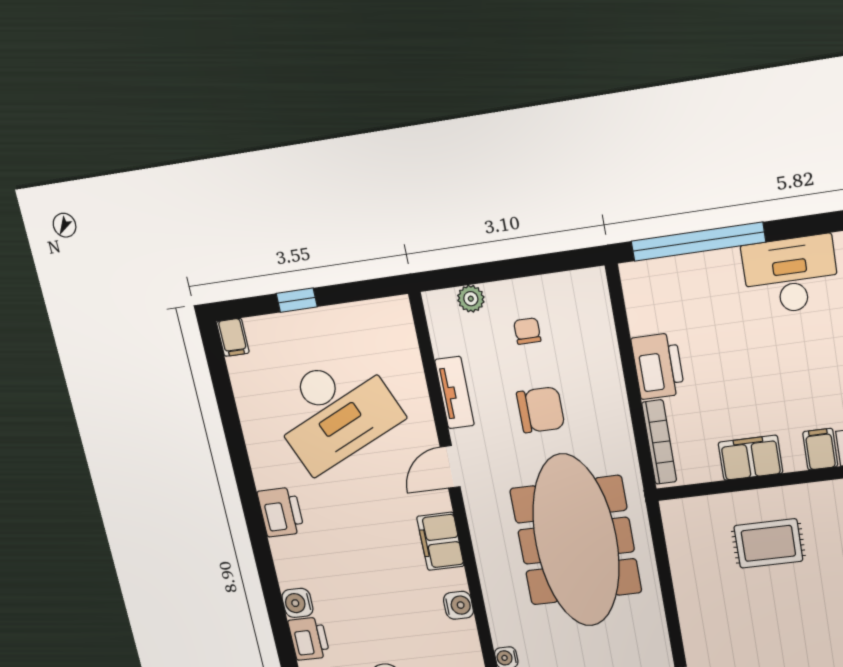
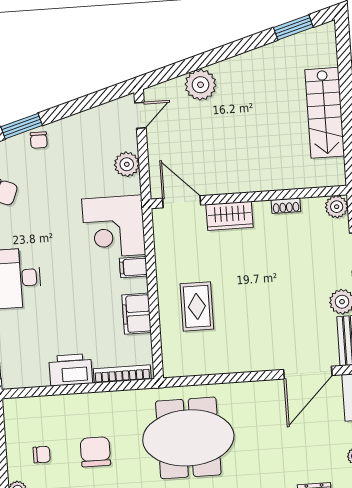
chair: (527, 331) -> (42, 455), turned 180
meeting table: (576, 541) -> (188, 438), width x0.73

